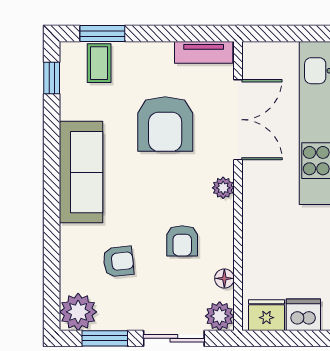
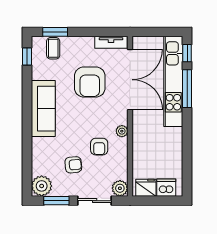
double door: (238, 120) -> (130, 80), width x1.36
plant: (223, 188) -> (122, 131), moved
armchair: (118, 262) -> (73, 165), moved
floor lamp: (224, 278) -> (123, 167), removed

